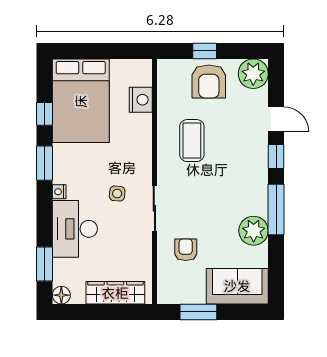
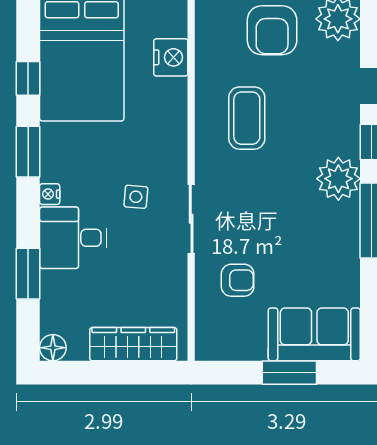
desk: (75, 229) -> (73, 238), width x0.73
plant: (254, 231) -> (338, 179), moved
armchair: (186, 250) -> (238, 280), turned 90
window: (45, 264) -> (28, 274), moved
window: (198, 312) -> (289, 373), moved

